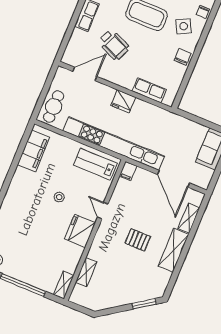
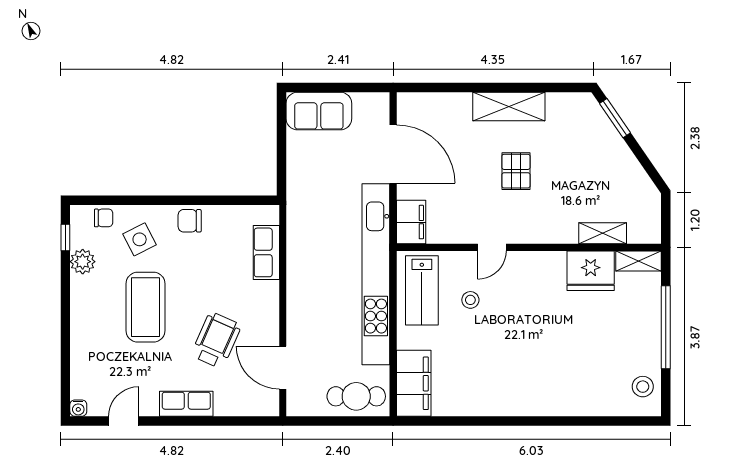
fridge: (123, 101) -> (301, 287), removed
filing cabinet: (34, 151) -> (414, 383), moved, turned 90
filing cabinet: (128, 171) -> (411, 222), width x2.00
door: (174, 179) -> (393, 154), hinge flipped
stool: (59, 197) -> (470, 300), moved
shelving: (189, 218) -> (447, 103), removed
fridge: (80, 231) -> (591, 271), moved

